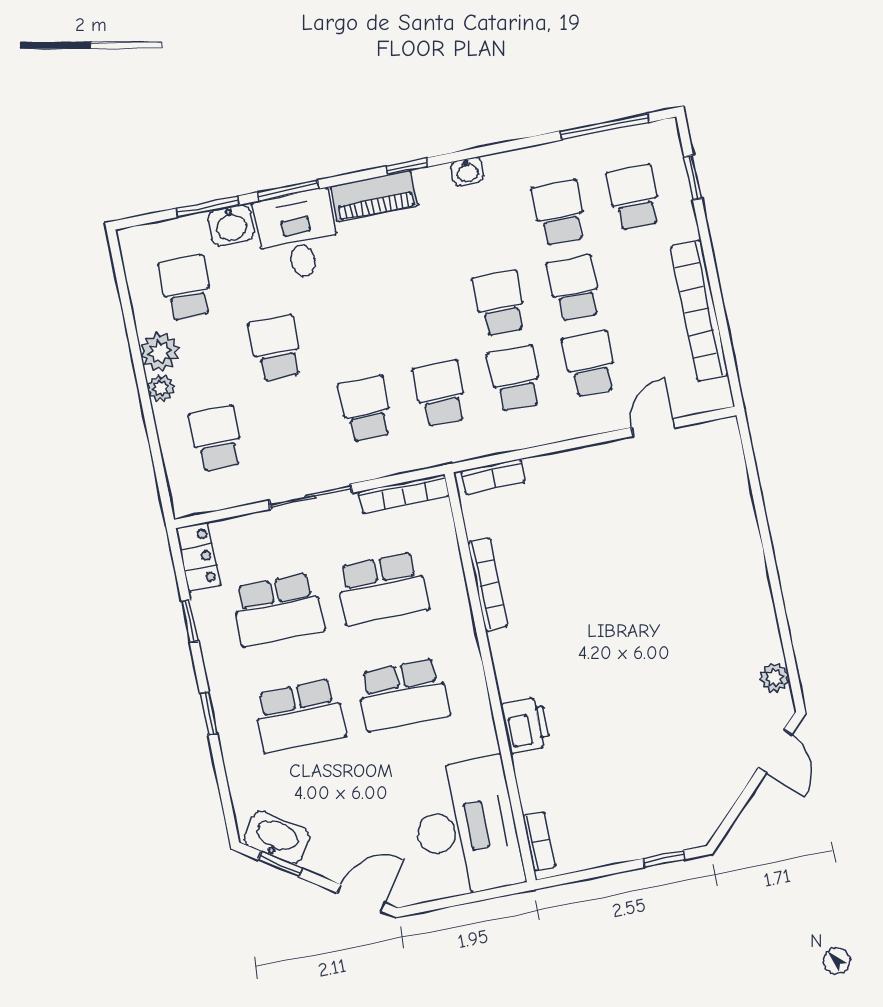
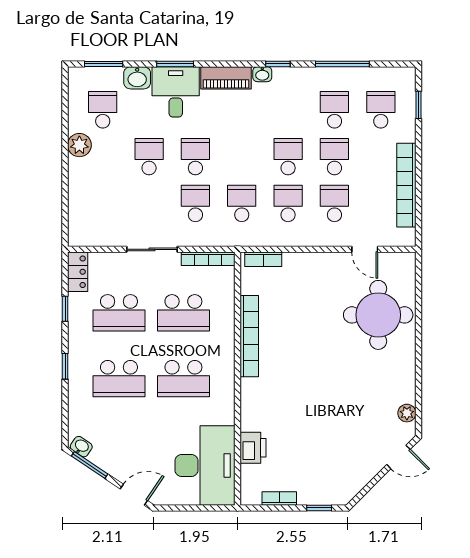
window: (605, 127) -> (342, 64), moved
window: (407, 167) -> (278, 64), moved
washbasin: (467, 171) -> (262, 74), moved
window: (208, 207) -> (104, 64), moved
plant: (161, 388) -> (76, 167), removed
door: (653, 428) -> (365, 249), swing flipped
school desk: (216, 439) -> (195, 157), moved
round table: (696, 529) -> (378, 315), added
bookcase: (488, 584) -> (249, 336), width x1.48, depth x1.31
printer: (526, 725) -> (253, 448), moved
door: (775, 751) -> (398, 457), hinge flipped
washbasin: (277, 838) -> (81, 447), width x0.52, depth x0.69
bookcase: (539, 841) -> (279, 498), moved, turned -90
window: (280, 864) -> (90, 465), width x1.50

